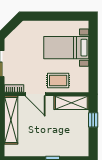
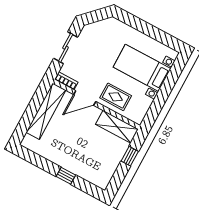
door: (35, 94) -> (85, 98), hinge flipped

